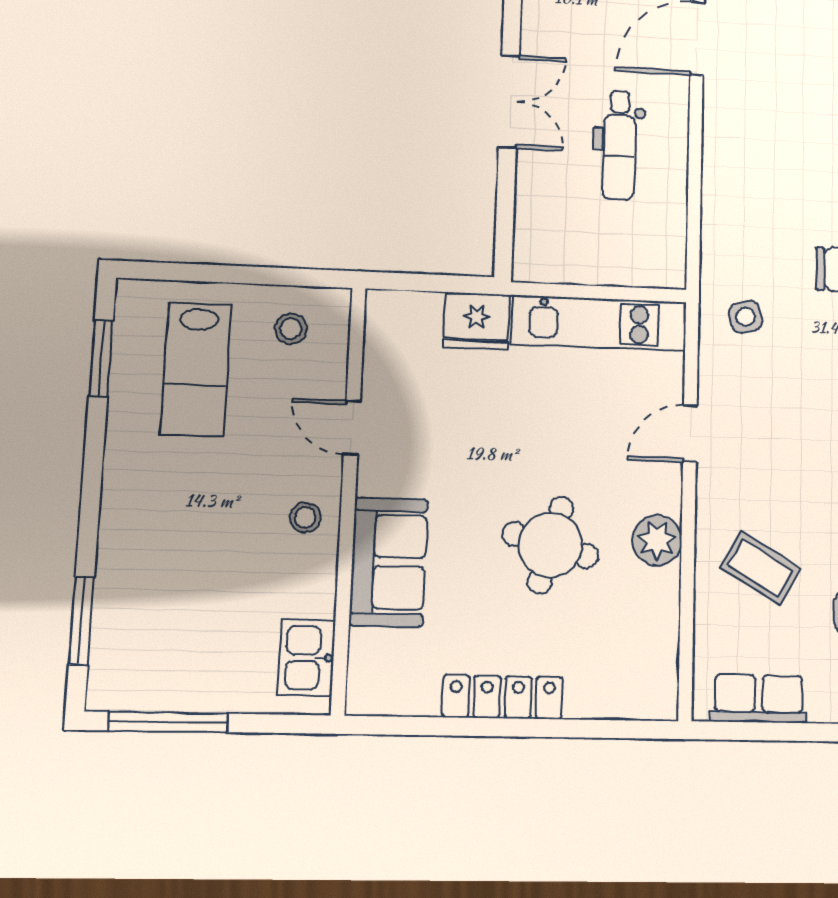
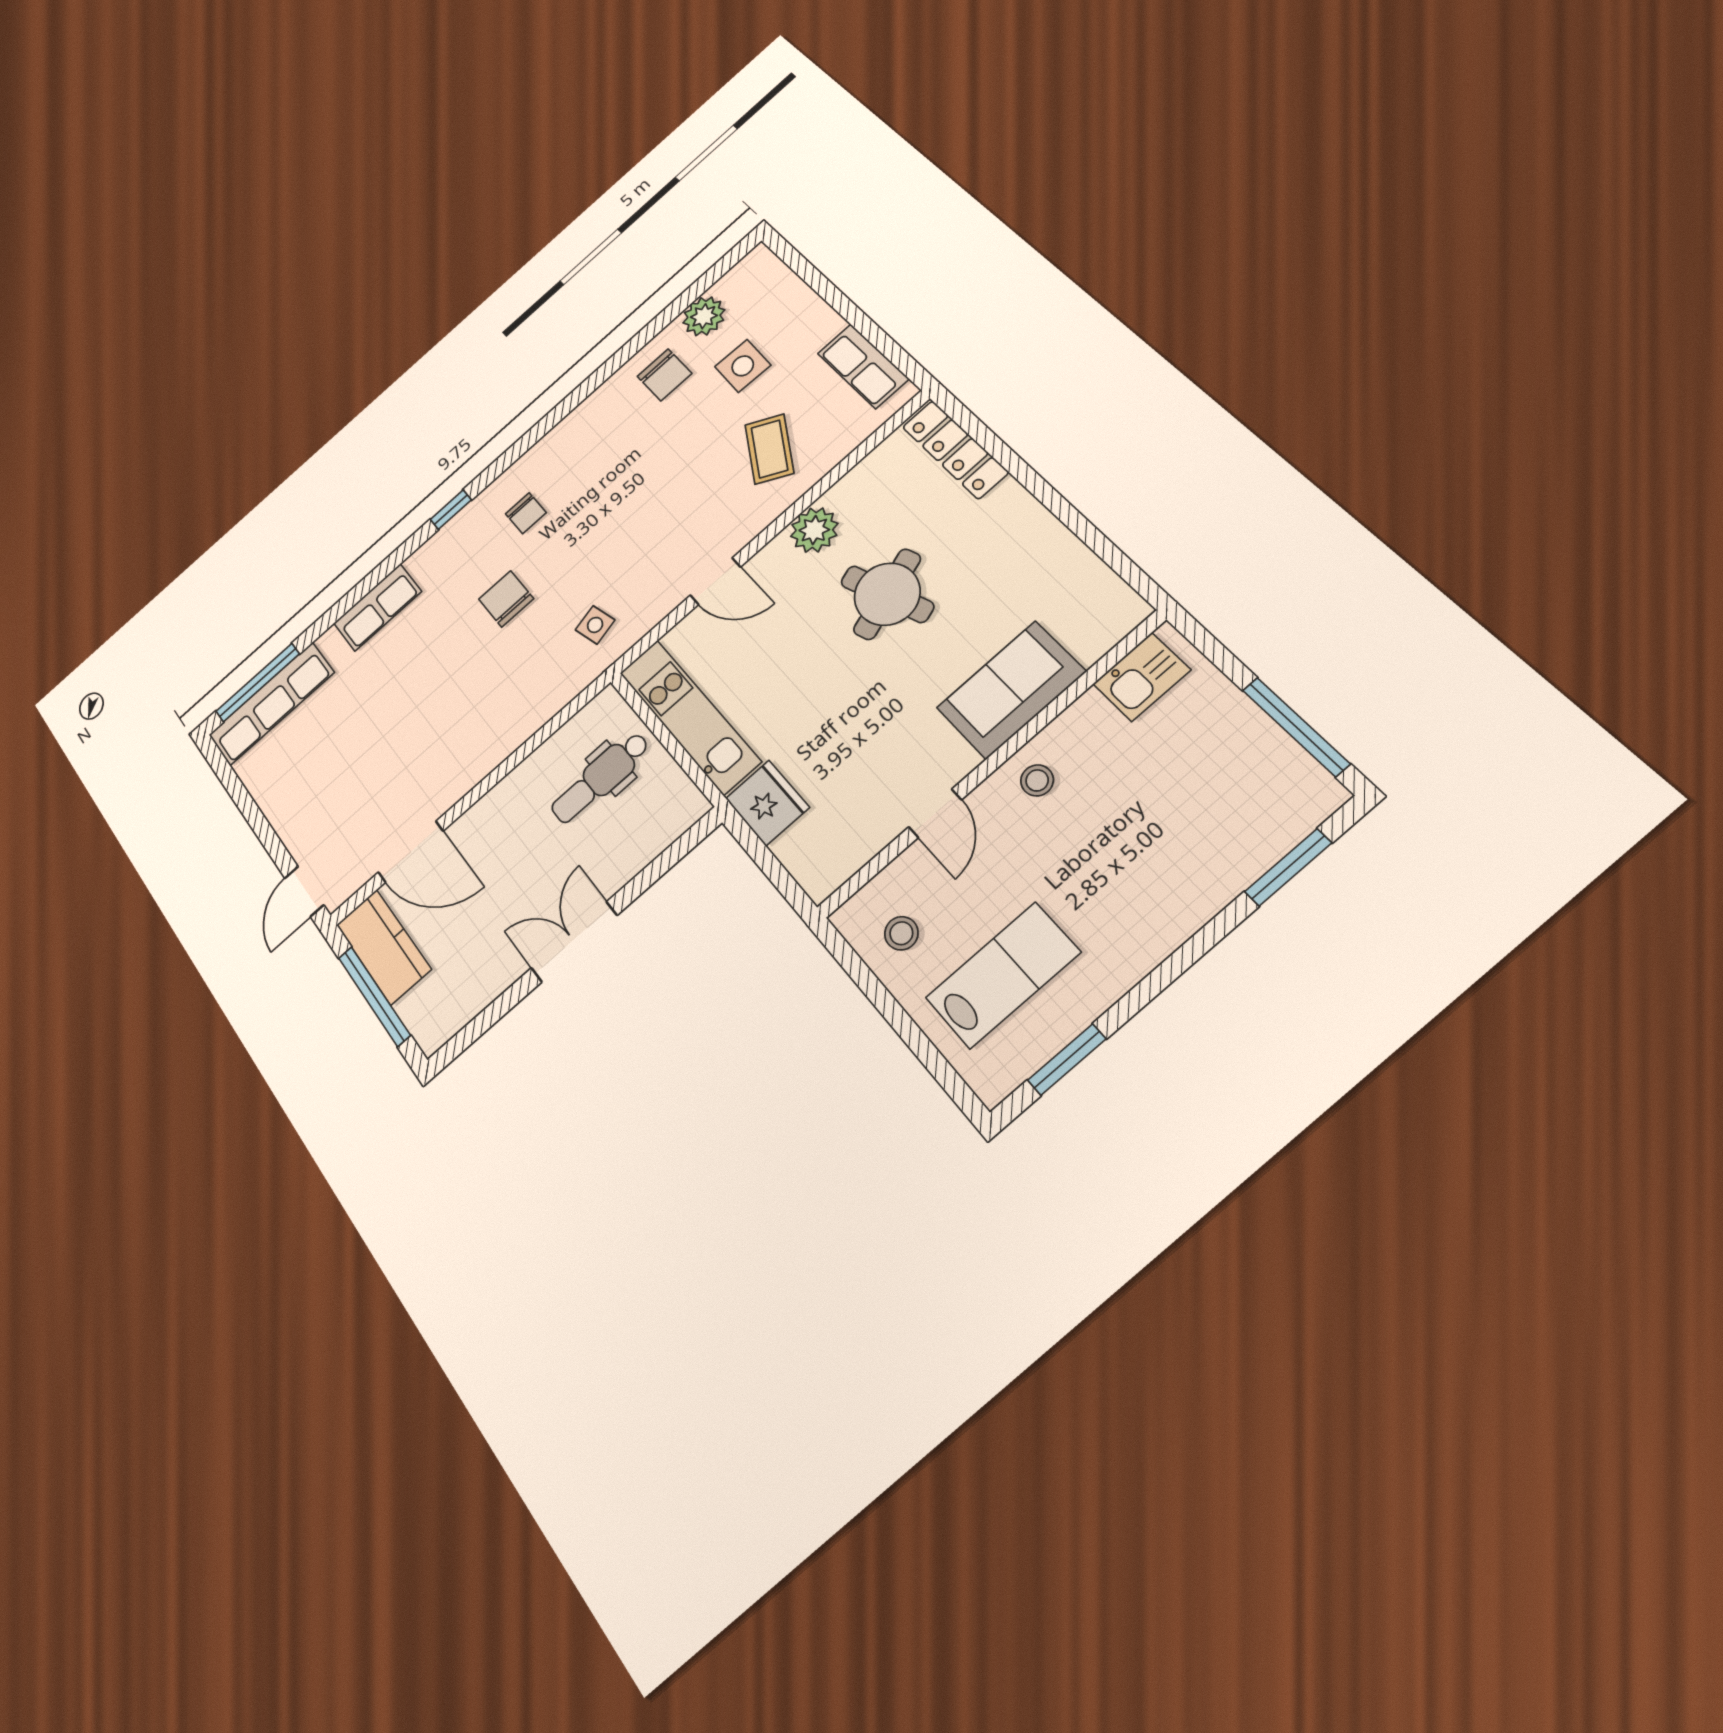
dental chair: (619, 145) -> (600, 778), moved, turned 180
round table: (550, 545) -> (887, 594), turned -34
locker: (503, 697) -> (955, 450), moved

